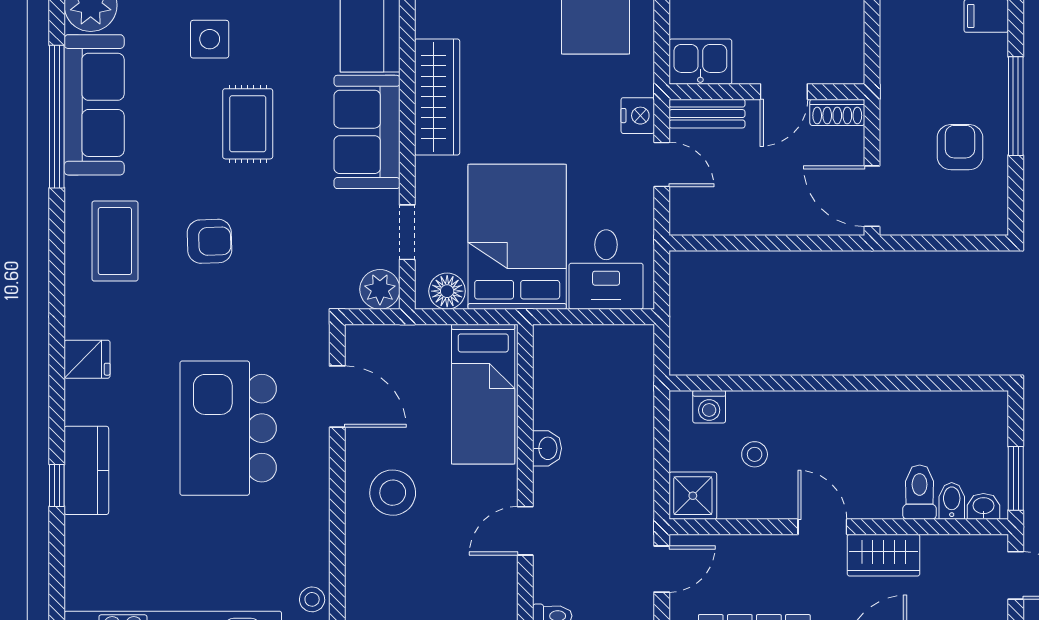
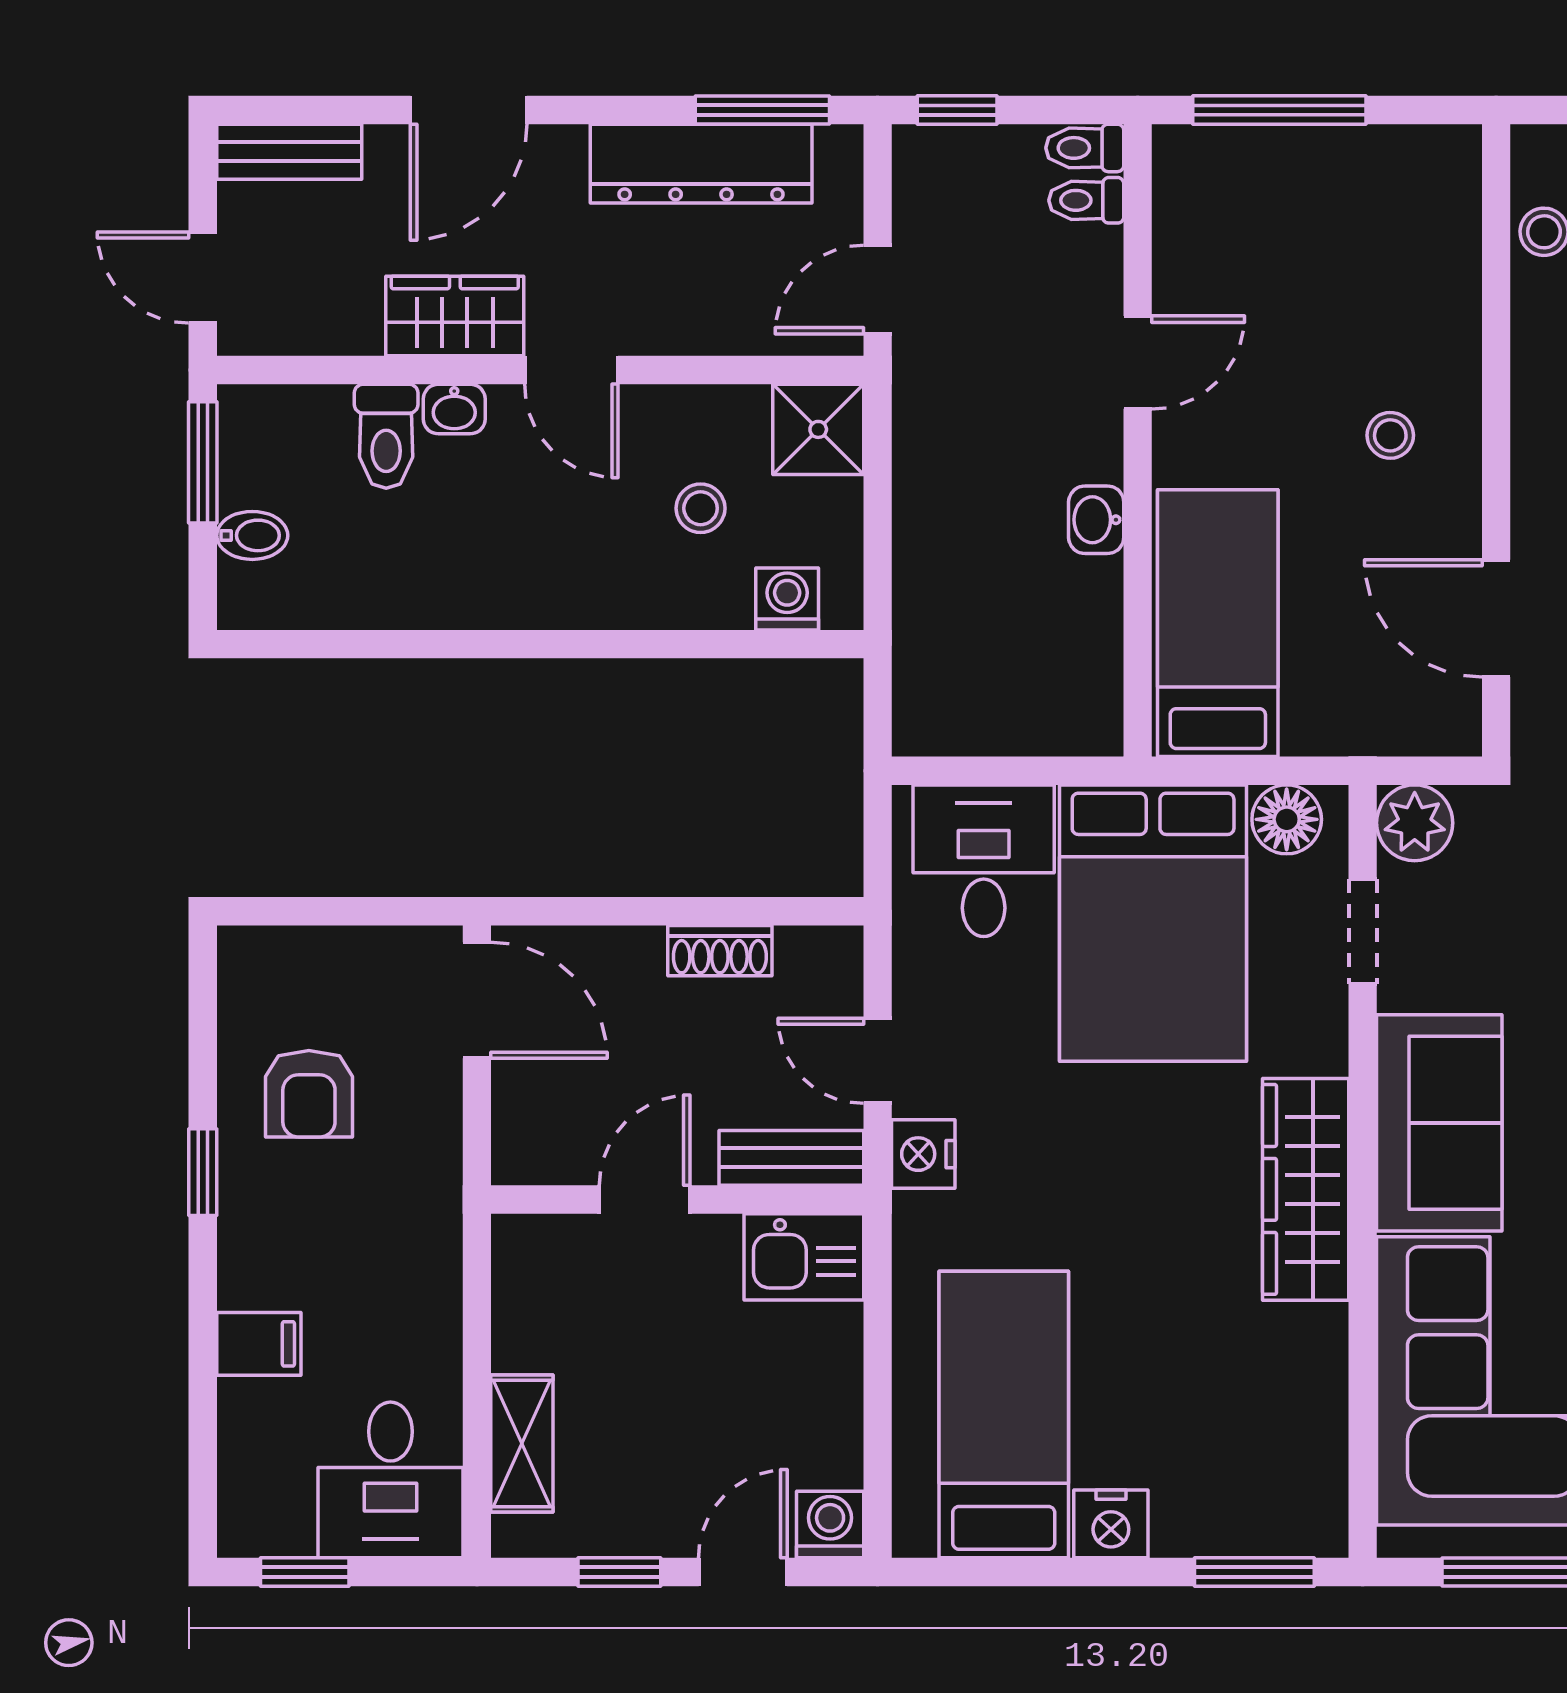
window: (1016, 106) -> (203, 1172), width x0.46
shoe rack: (837, 112) -> (720, 951), moved, turned 180
stool: (393, 493) -> (1390, 435), width x0.53, depth x0.53
bidet: (952, 501) -> (252, 535), moved, turned -90
washbasin: (983, 506) -> (454, 409), moved

